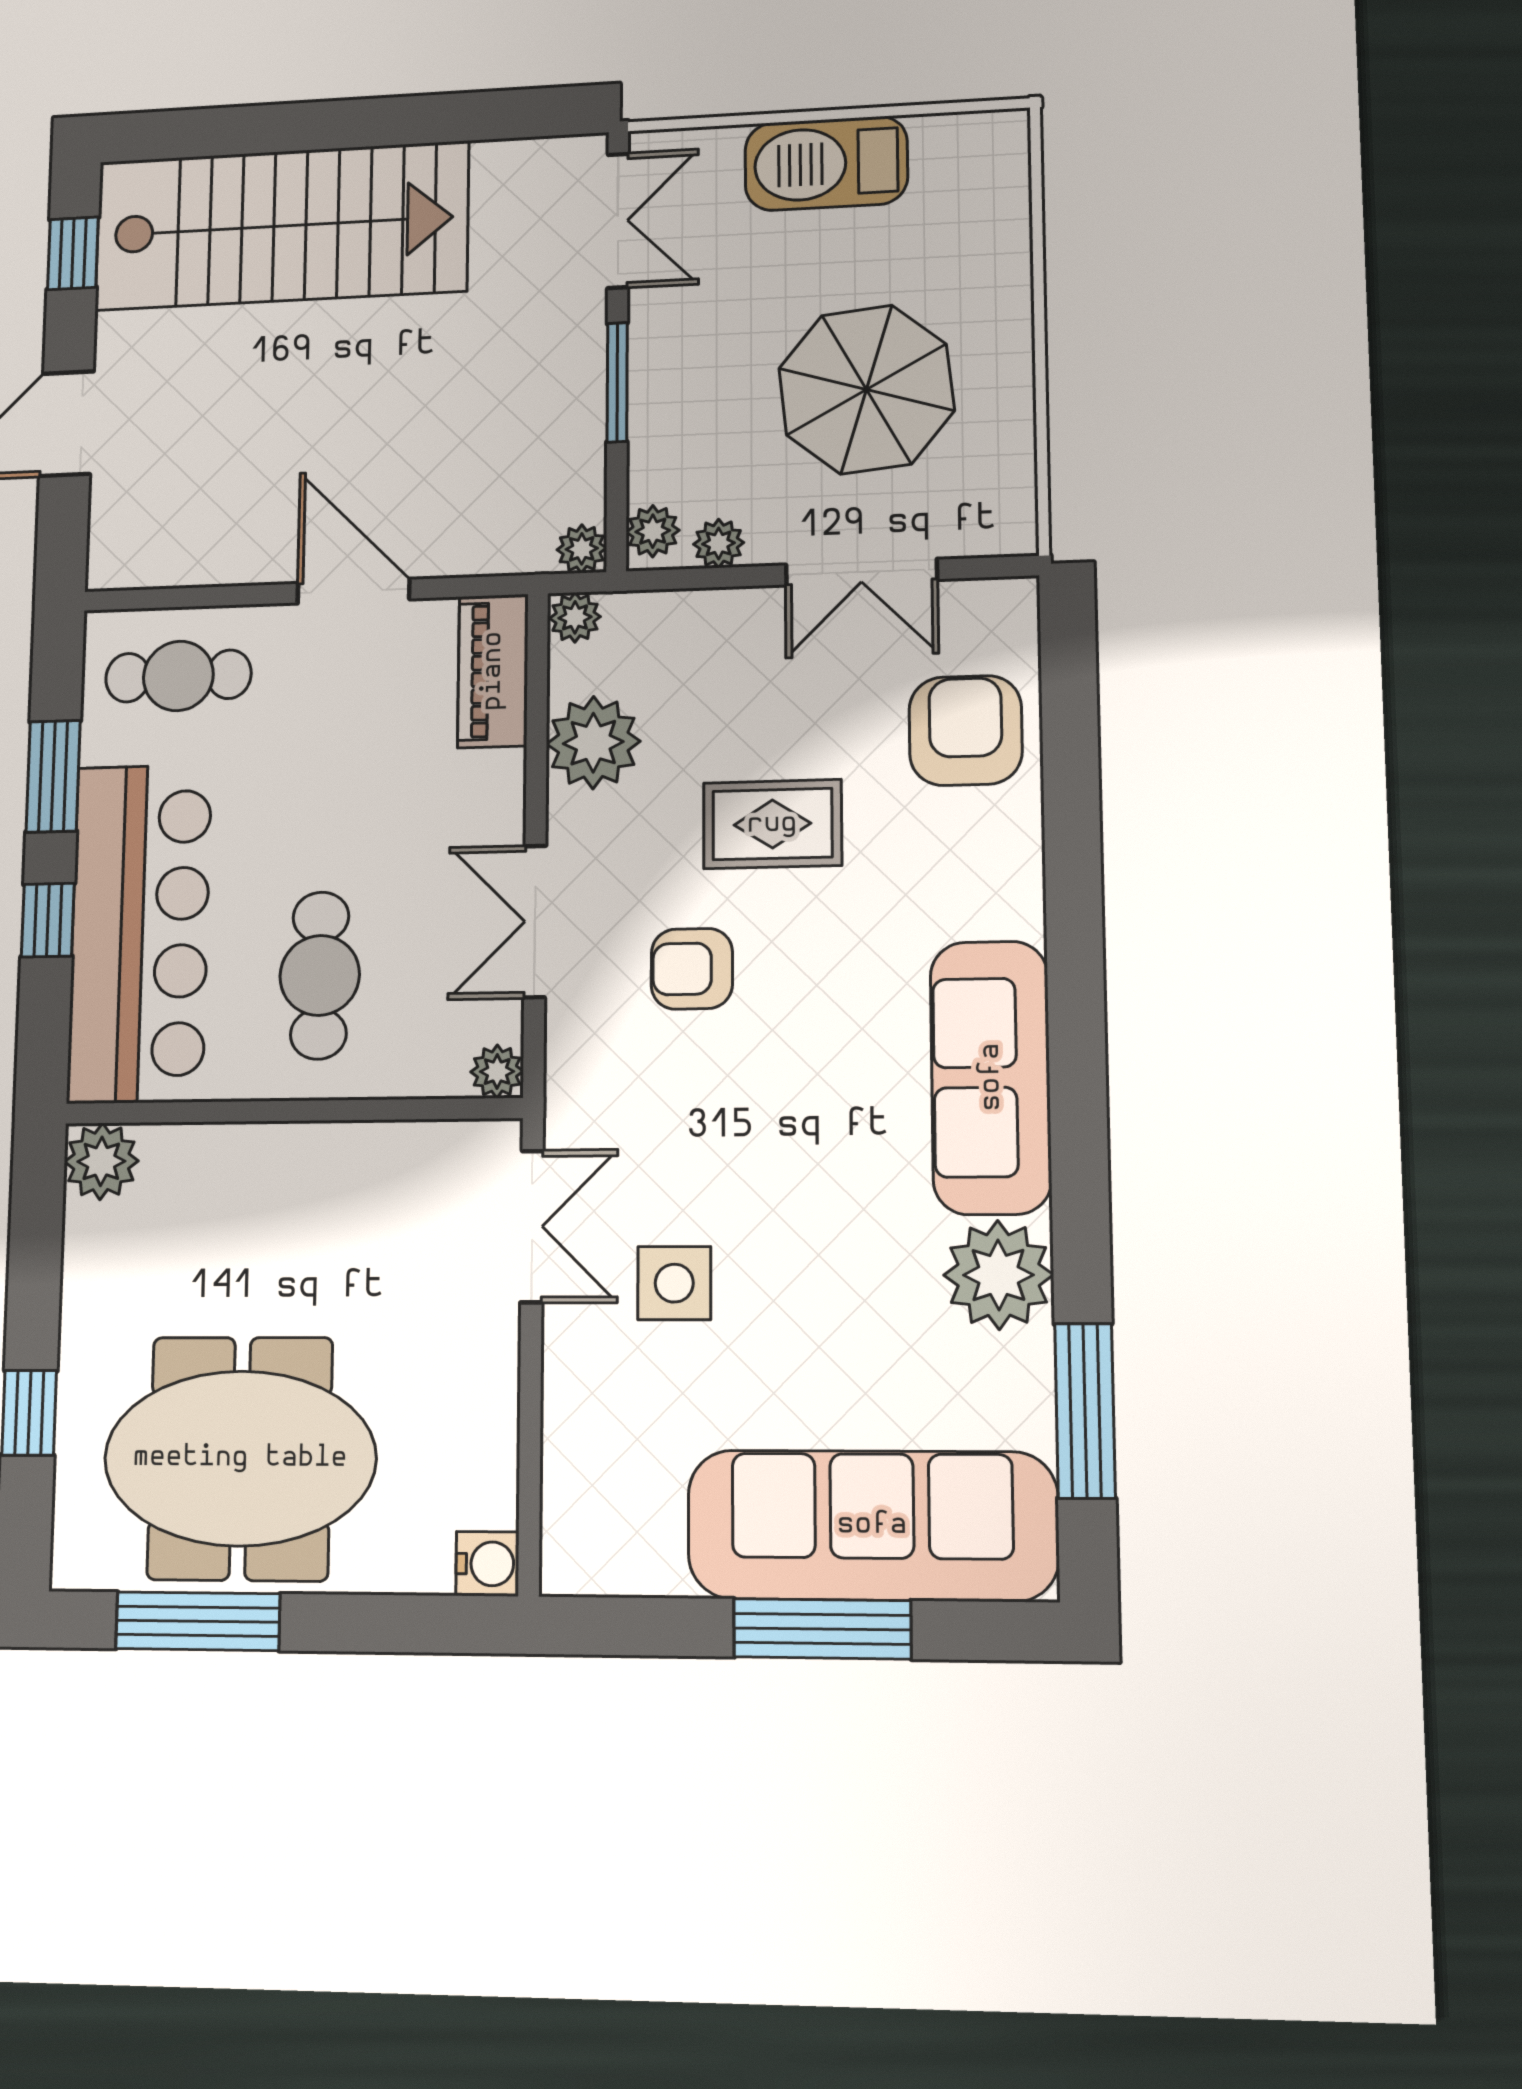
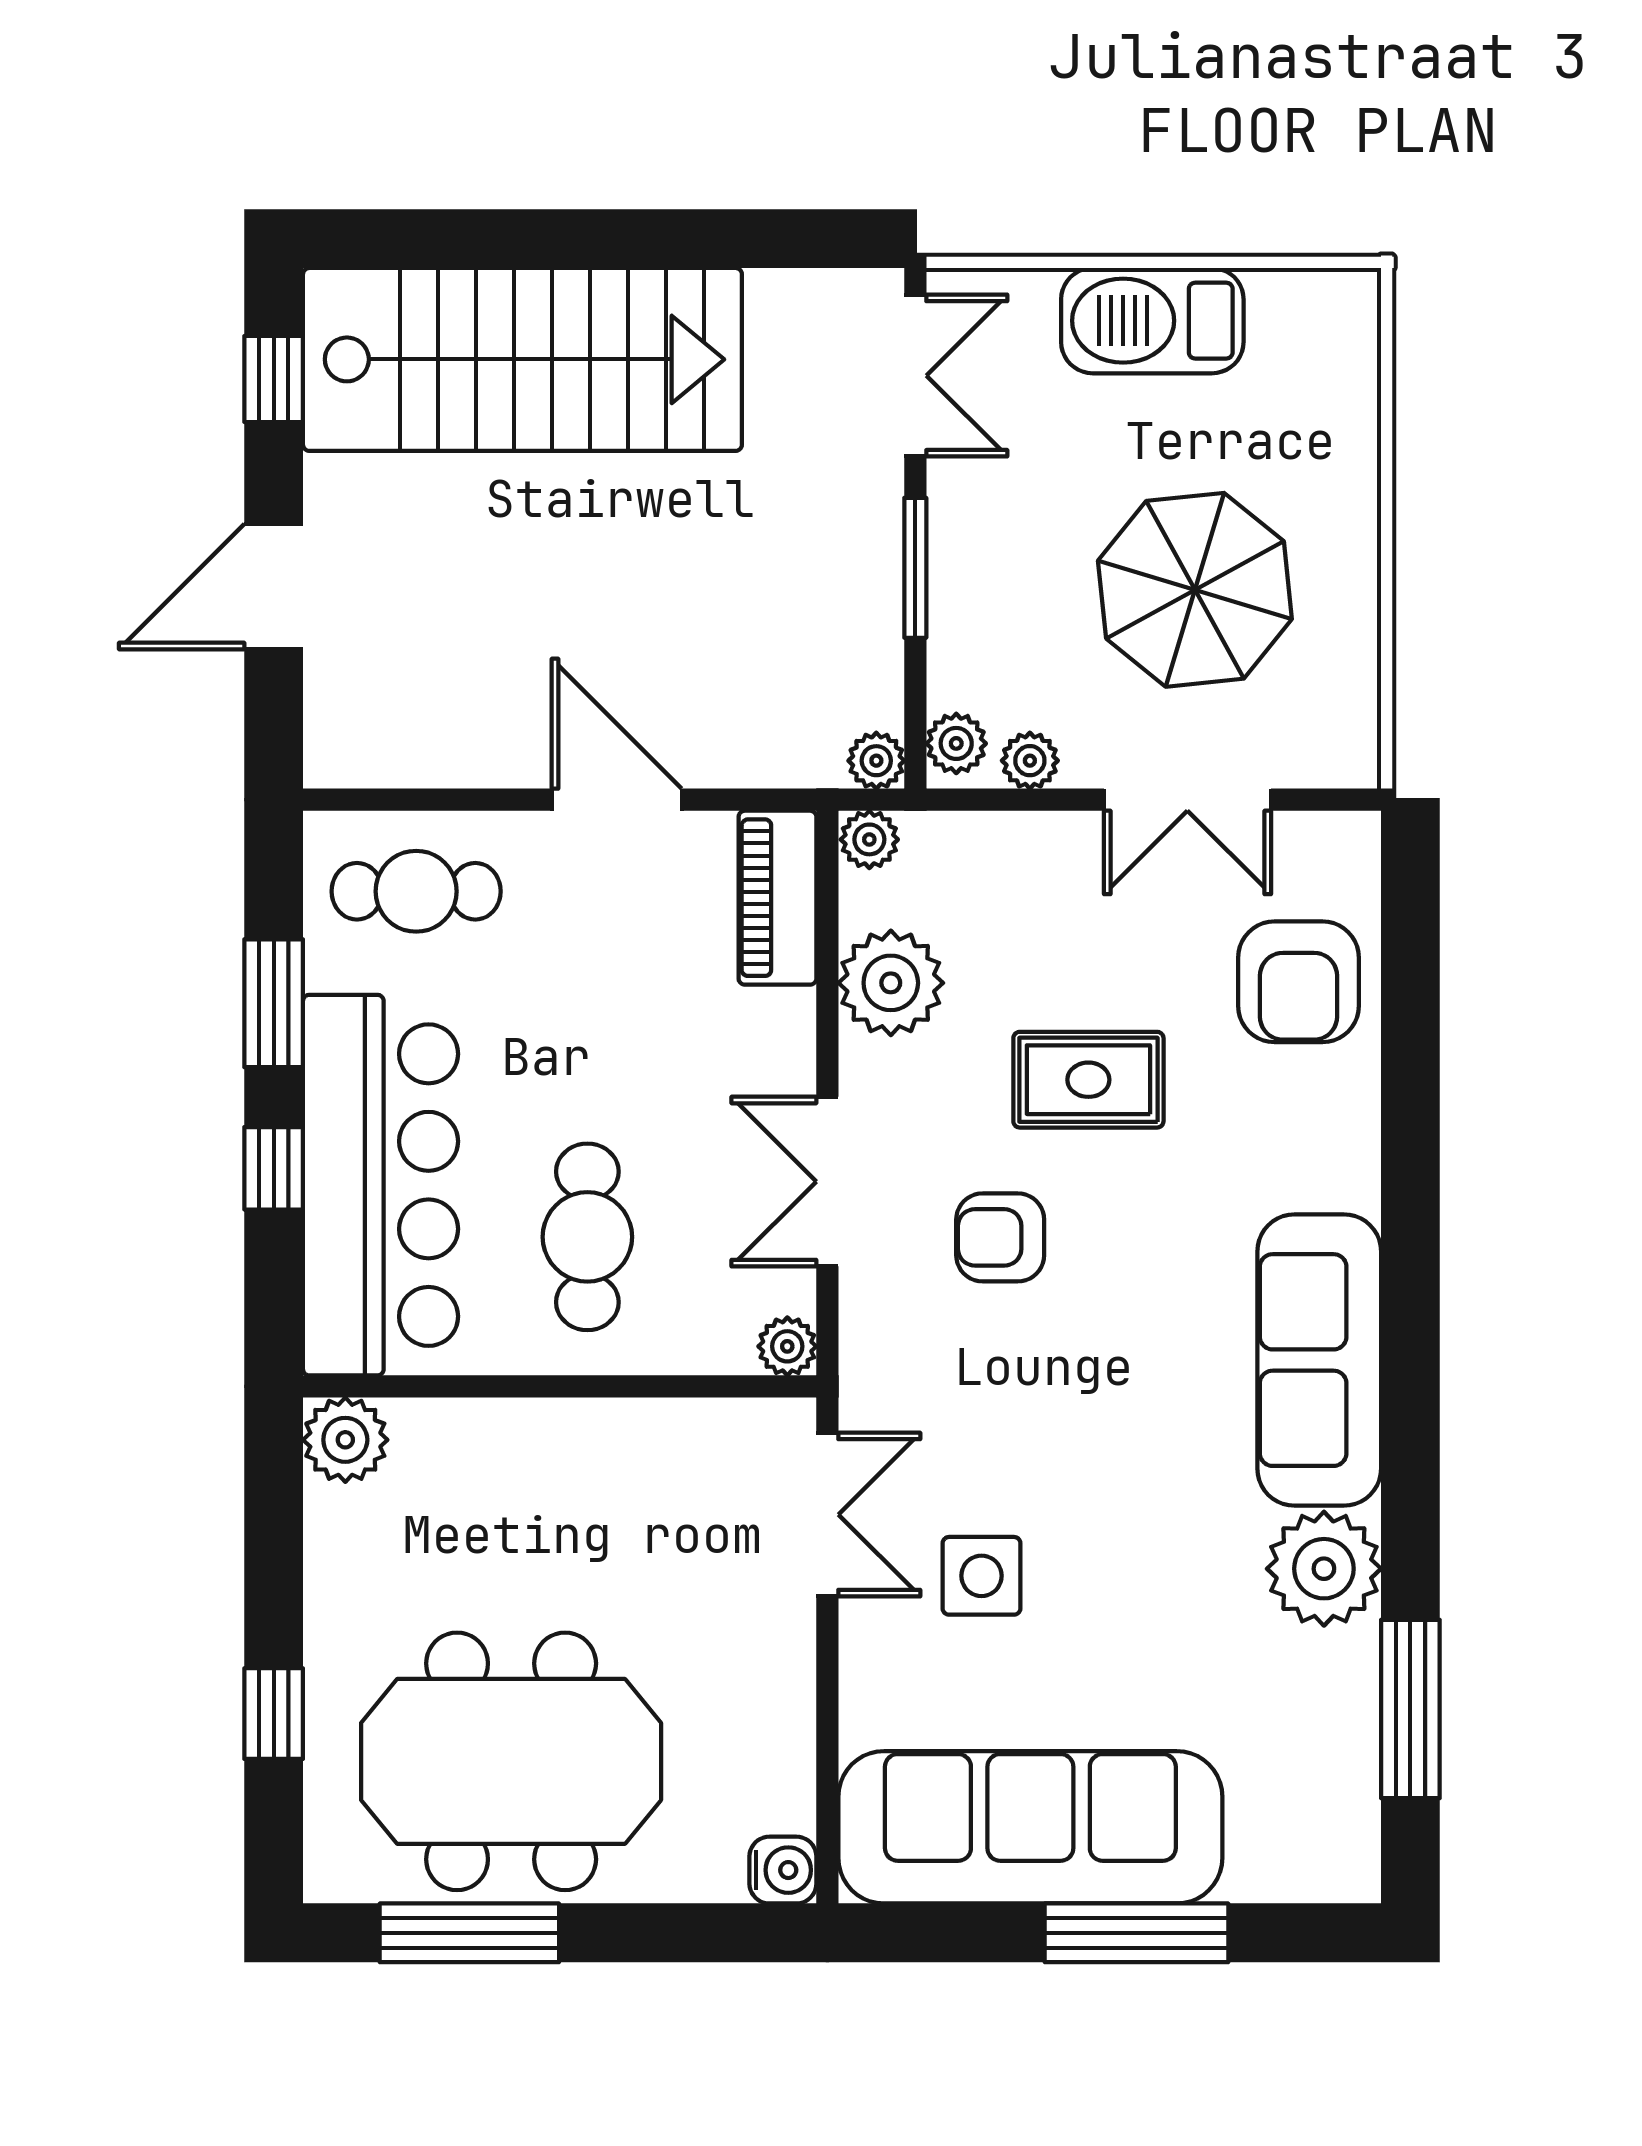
armchair: (966, 731) -> (1298, 982), turned 180
sofa: (872, 1525) -> (1030, 1827), moved

